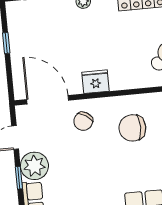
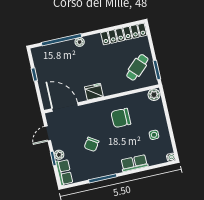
chair: (83, 121) -> (91, 144), moved
plant: (34, 166) -> (59, 155), width x0.53, depth x0.53

